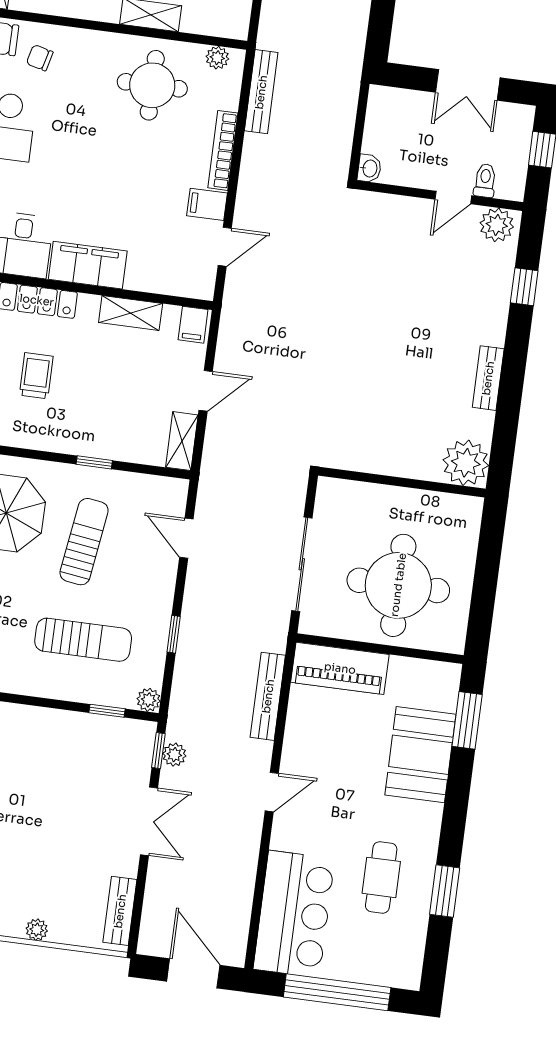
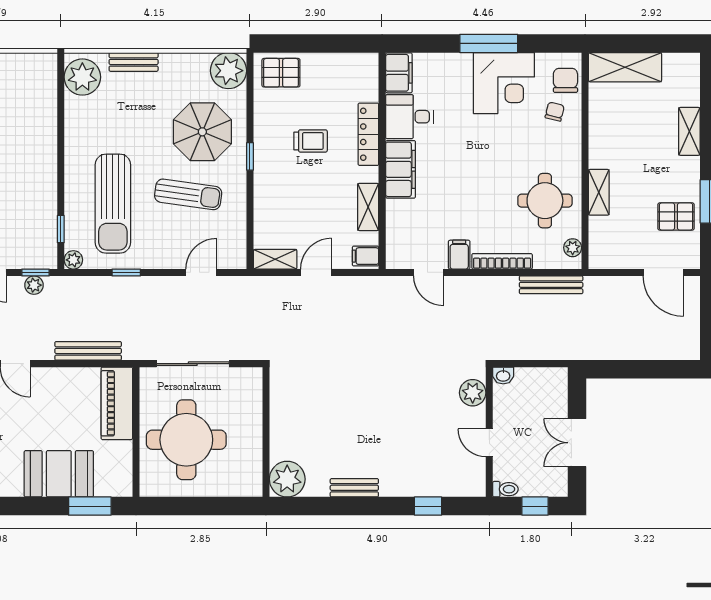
toilet: (485, 181) -> (505, 489), moved
plant: (497, 225) -> (473, 393), moved
door: (206, 391) -> (316, 272), swing flipped
window: (94, 462) -> (250, 156), moved
sun lounger: (83, 640) -> (113, 204), width x1.36, depth x1.34

